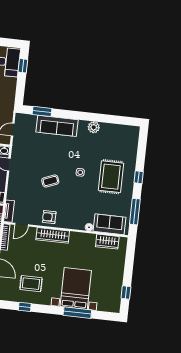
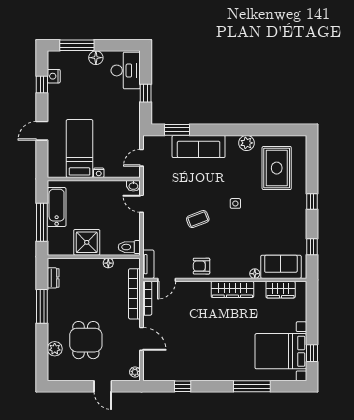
window: (23, 66) -> (146, 93), moved
rug: (111, 177) -> (277, 168), moved
window: (135, 212) -> (312, 247), width x0.46
wardrobe: (53, 235) -> (232, 289), moved
rug: (31, 284) -> (187, 355), removed
bed with nightstands: (76, 288) -> (281, 351), moved, turned -90

